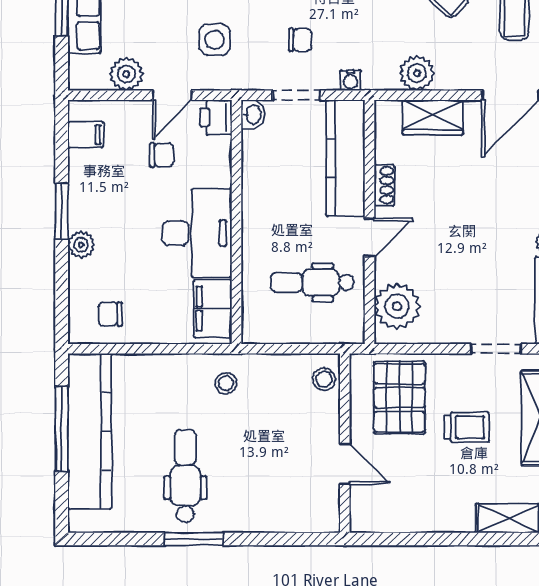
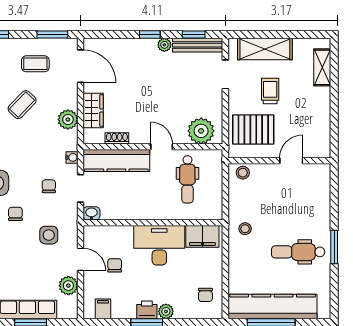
printer: (216, 117) -> (147, 310), moved, turned 180
shoe rack: (384, 185) -> (117, 138), moved

